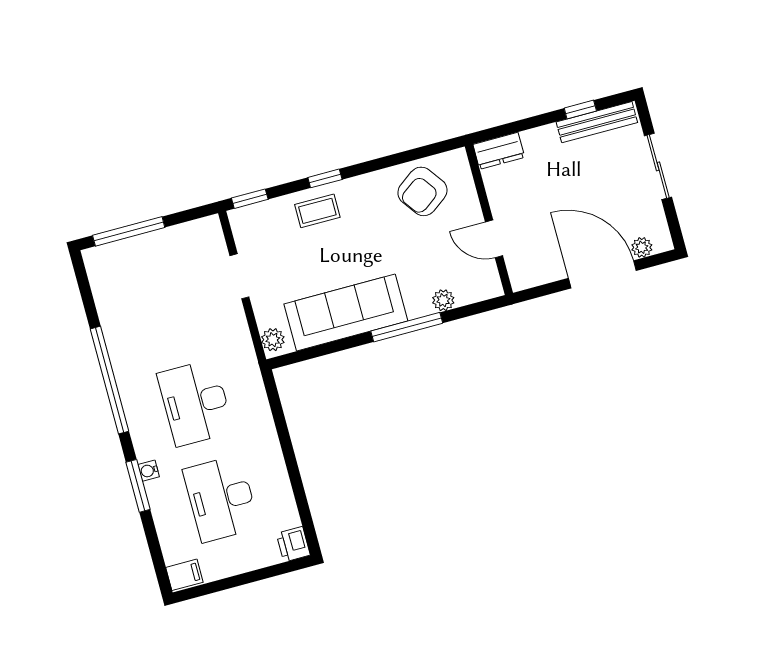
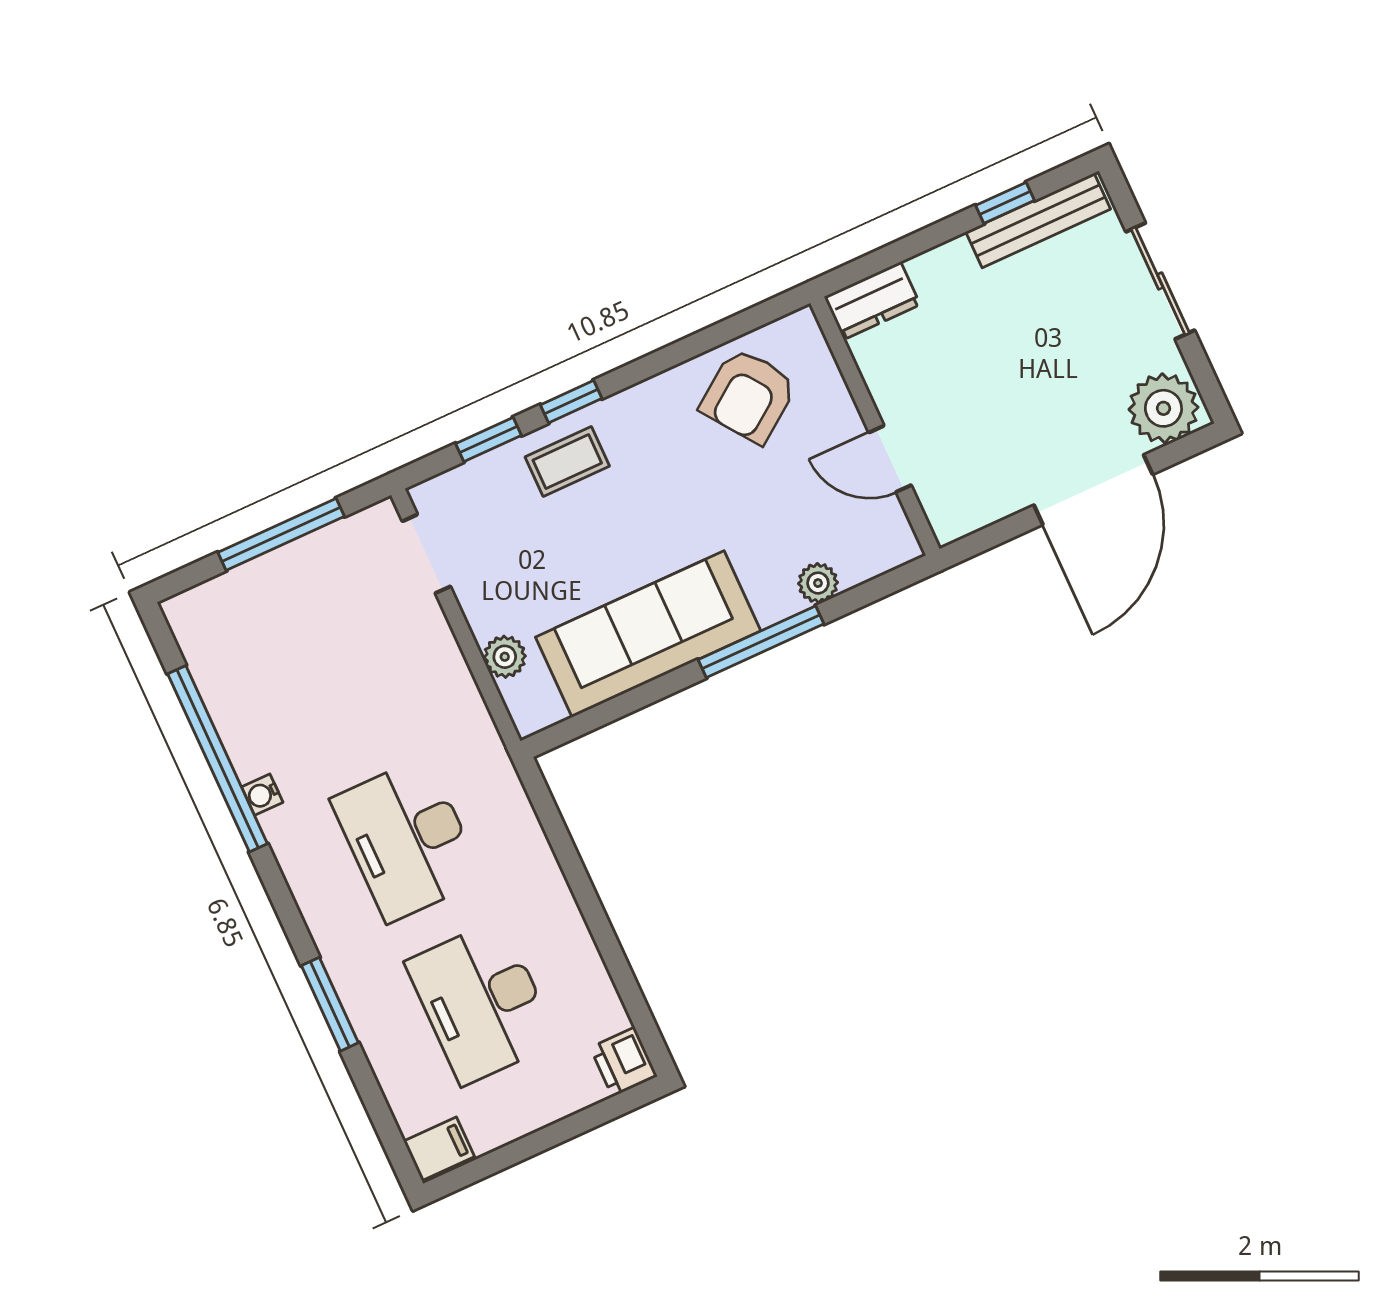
window: (250, 199) -> (488, 439), moved
window: (129, 231) -> (281, 534), moved
plant: (642, 247) -> (1163, 408), width x1.88, depth x1.88
door: (602, 274) -> (1093, 490), swing flipped
doorway: (239, 276) -> (426, 554), moved
plant: (273, 340) -> (505, 657), moved
window: (109, 380) -> (218, 759), moved
water cooler: (149, 471) -> (262, 795), moved

